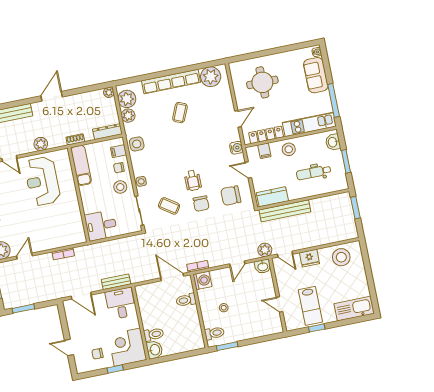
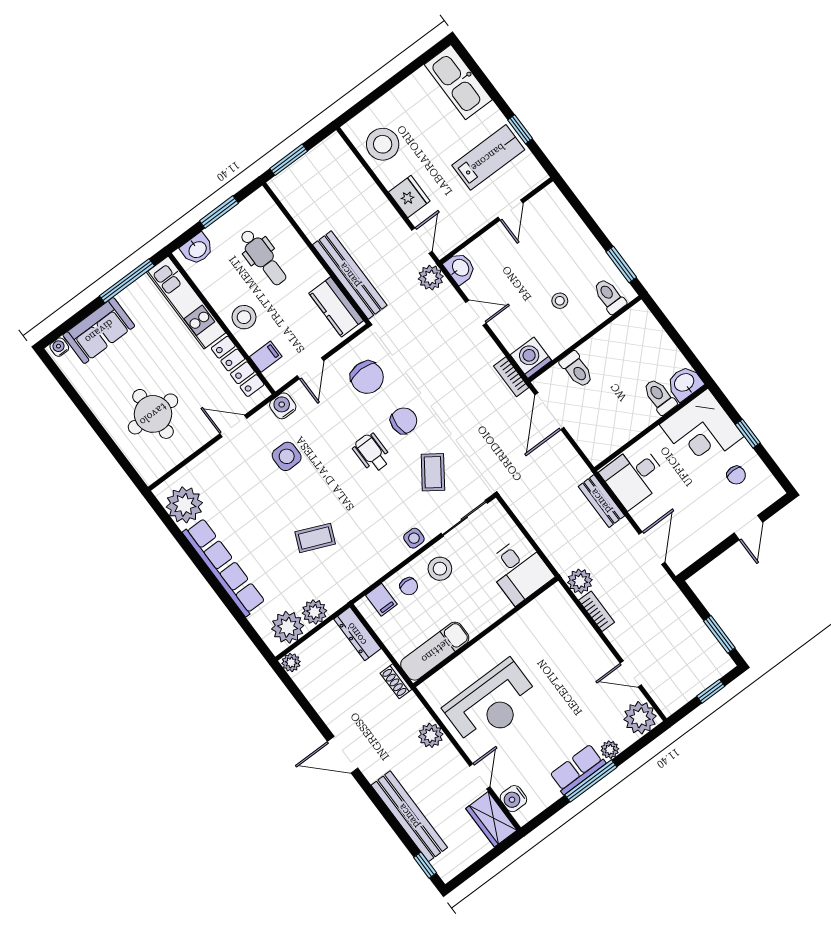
coffee table: (180, 113) -> (315, 538), moved
side table: (137, 144) -> (287, 456), moved
wheelchair: (193, 181) -> (372, 453), turned -90
plant: (82, 253) -> (580, 581), added

